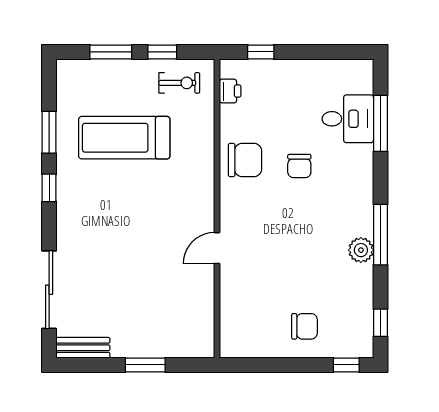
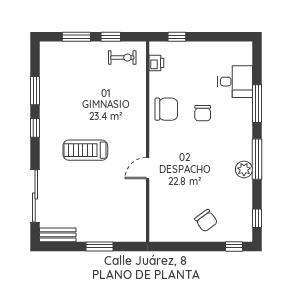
window: (380, 123) -> (257, 104), moved
treadmill: (124, 138) -> (85, 150), moved, width x0.73, depth x0.73
chair: (304, 326) -> (206, 221), turned 54

